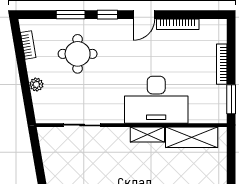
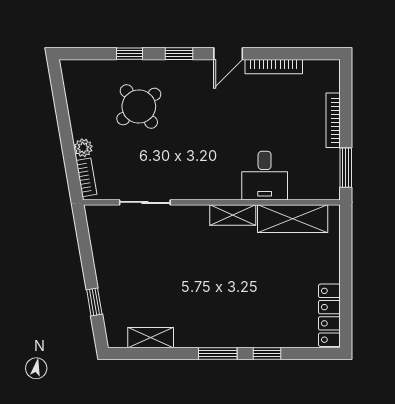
window: (71, 15) -> (130, 54), width x0.67
bookcase: (28, 45) -> (86, 177), moved
round table: (78, 54) -> (139, 106), turned -38
desk: (156, 100) -> (265, 176), width x0.53, depth x0.77

